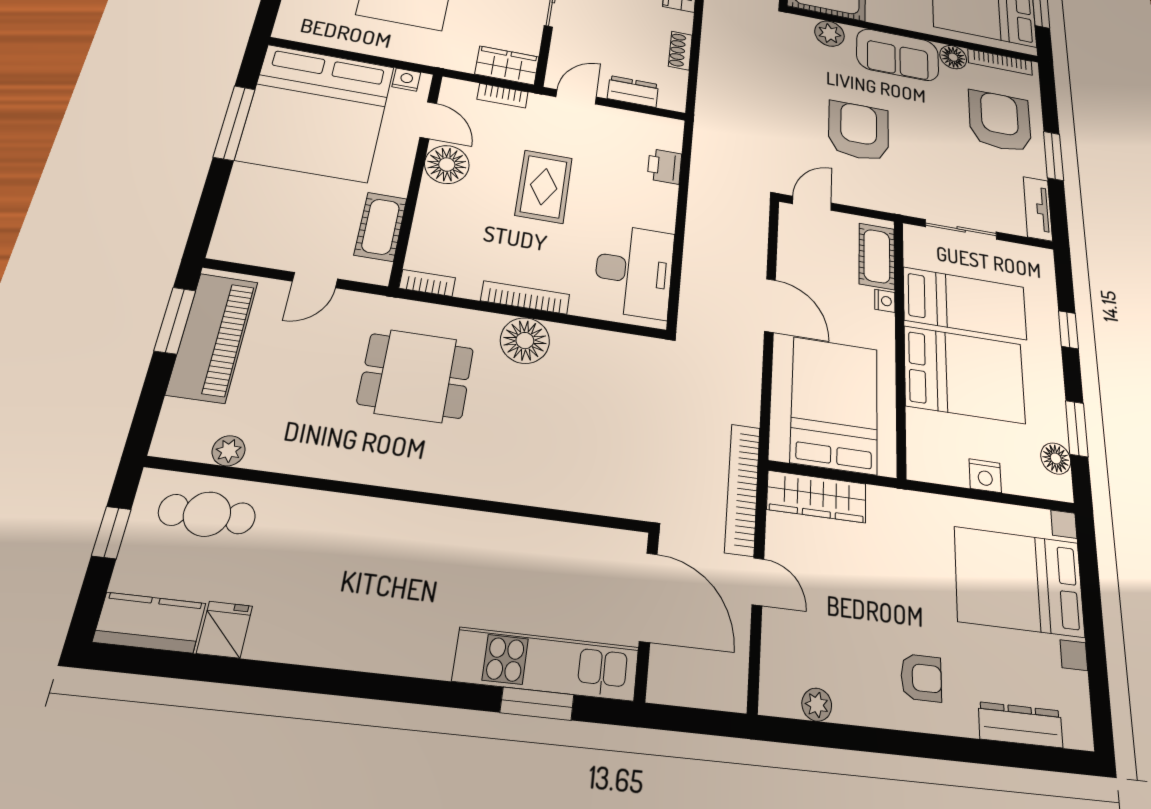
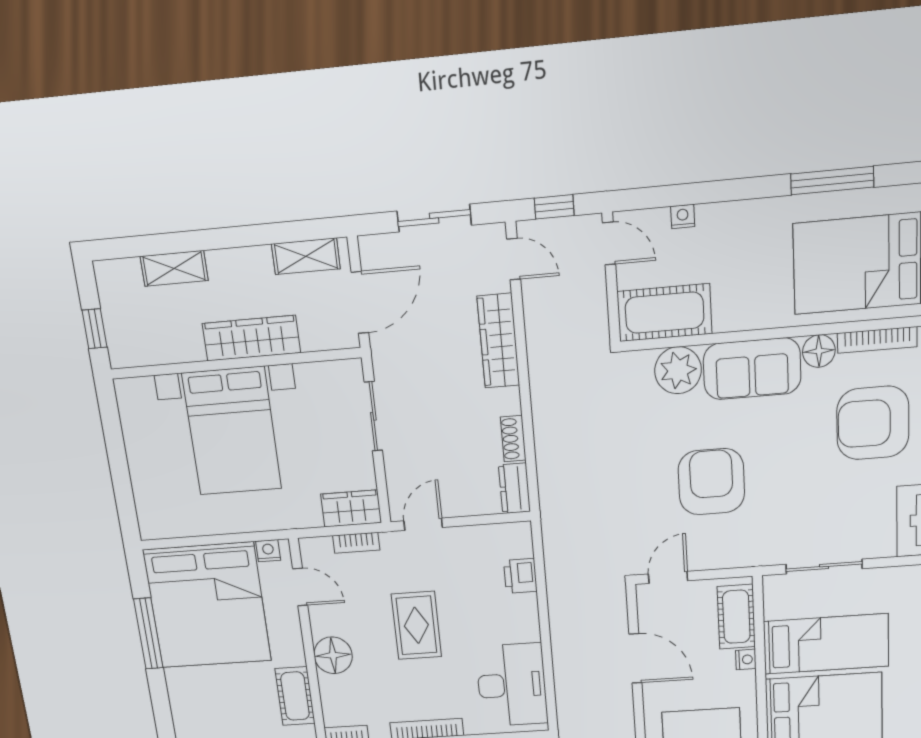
plant: (829, 34) -> (678, 370), width x1.36, depth x1.36
dresser: (633, 91) -> (514, 488), moved, turned -90
armchair: (1000, 121) -> (873, 423), turned -90
floor lamp: (447, 165) -> (333, 655), moved
door: (770, 305) -> (635, 658), moved

